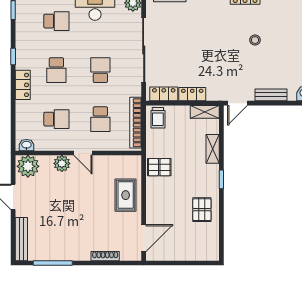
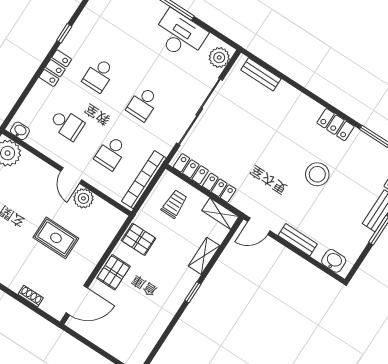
school desk: (56, 21) -> (131, 26), removed
stool: (255, 40) -> (317, 174), width x1.89, depth x1.89
school desk: (100, 70) -> (143, 104), turned 180
trolley: (158, 118) -> (174, 204), moved, turned 180
plant: (62, 163) -> (83, 198), moved
rug: (126, 195) -> (56, 238), moved, turned 90
pallet: (202, 210) -> (114, 272), moved
shoe rack: (105, 256) -> (31, 296), width x0.70

